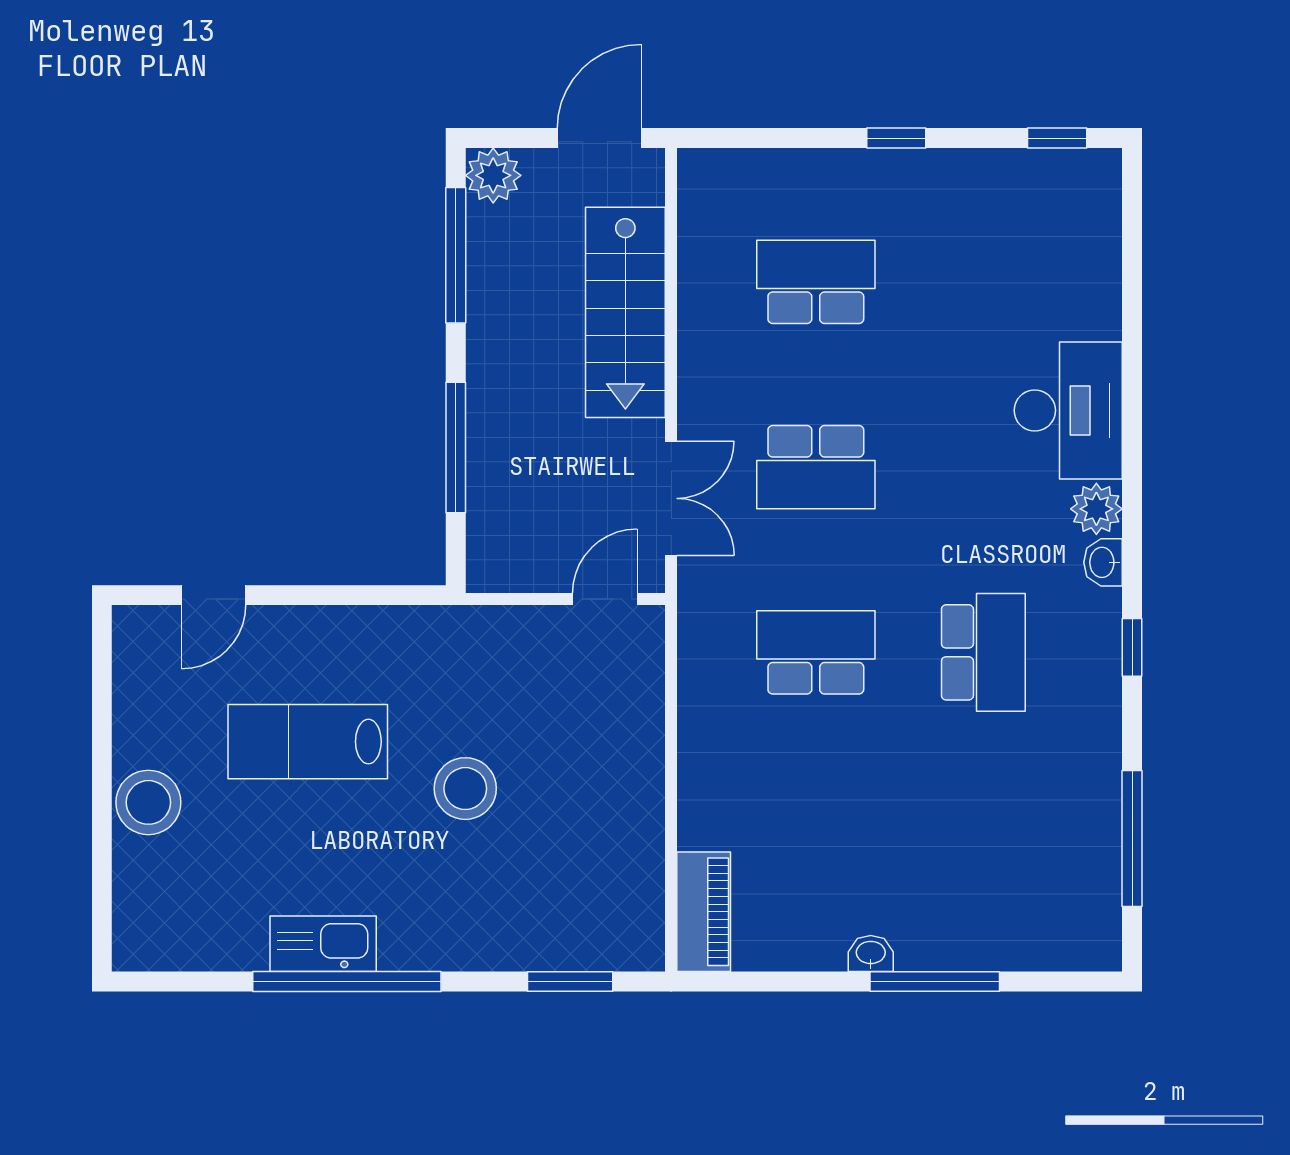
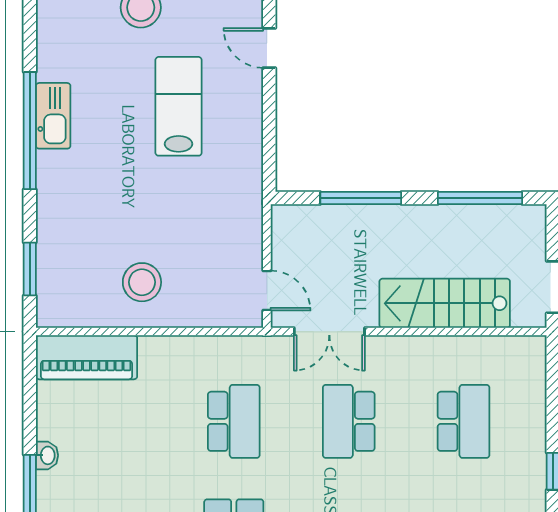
plant: (493, 175) -> (530, 221), removed
stool: (465, 789) -> (142, 282), moved
piano: (704, 912) -> (87, 357), width x1.37, depth x1.33

